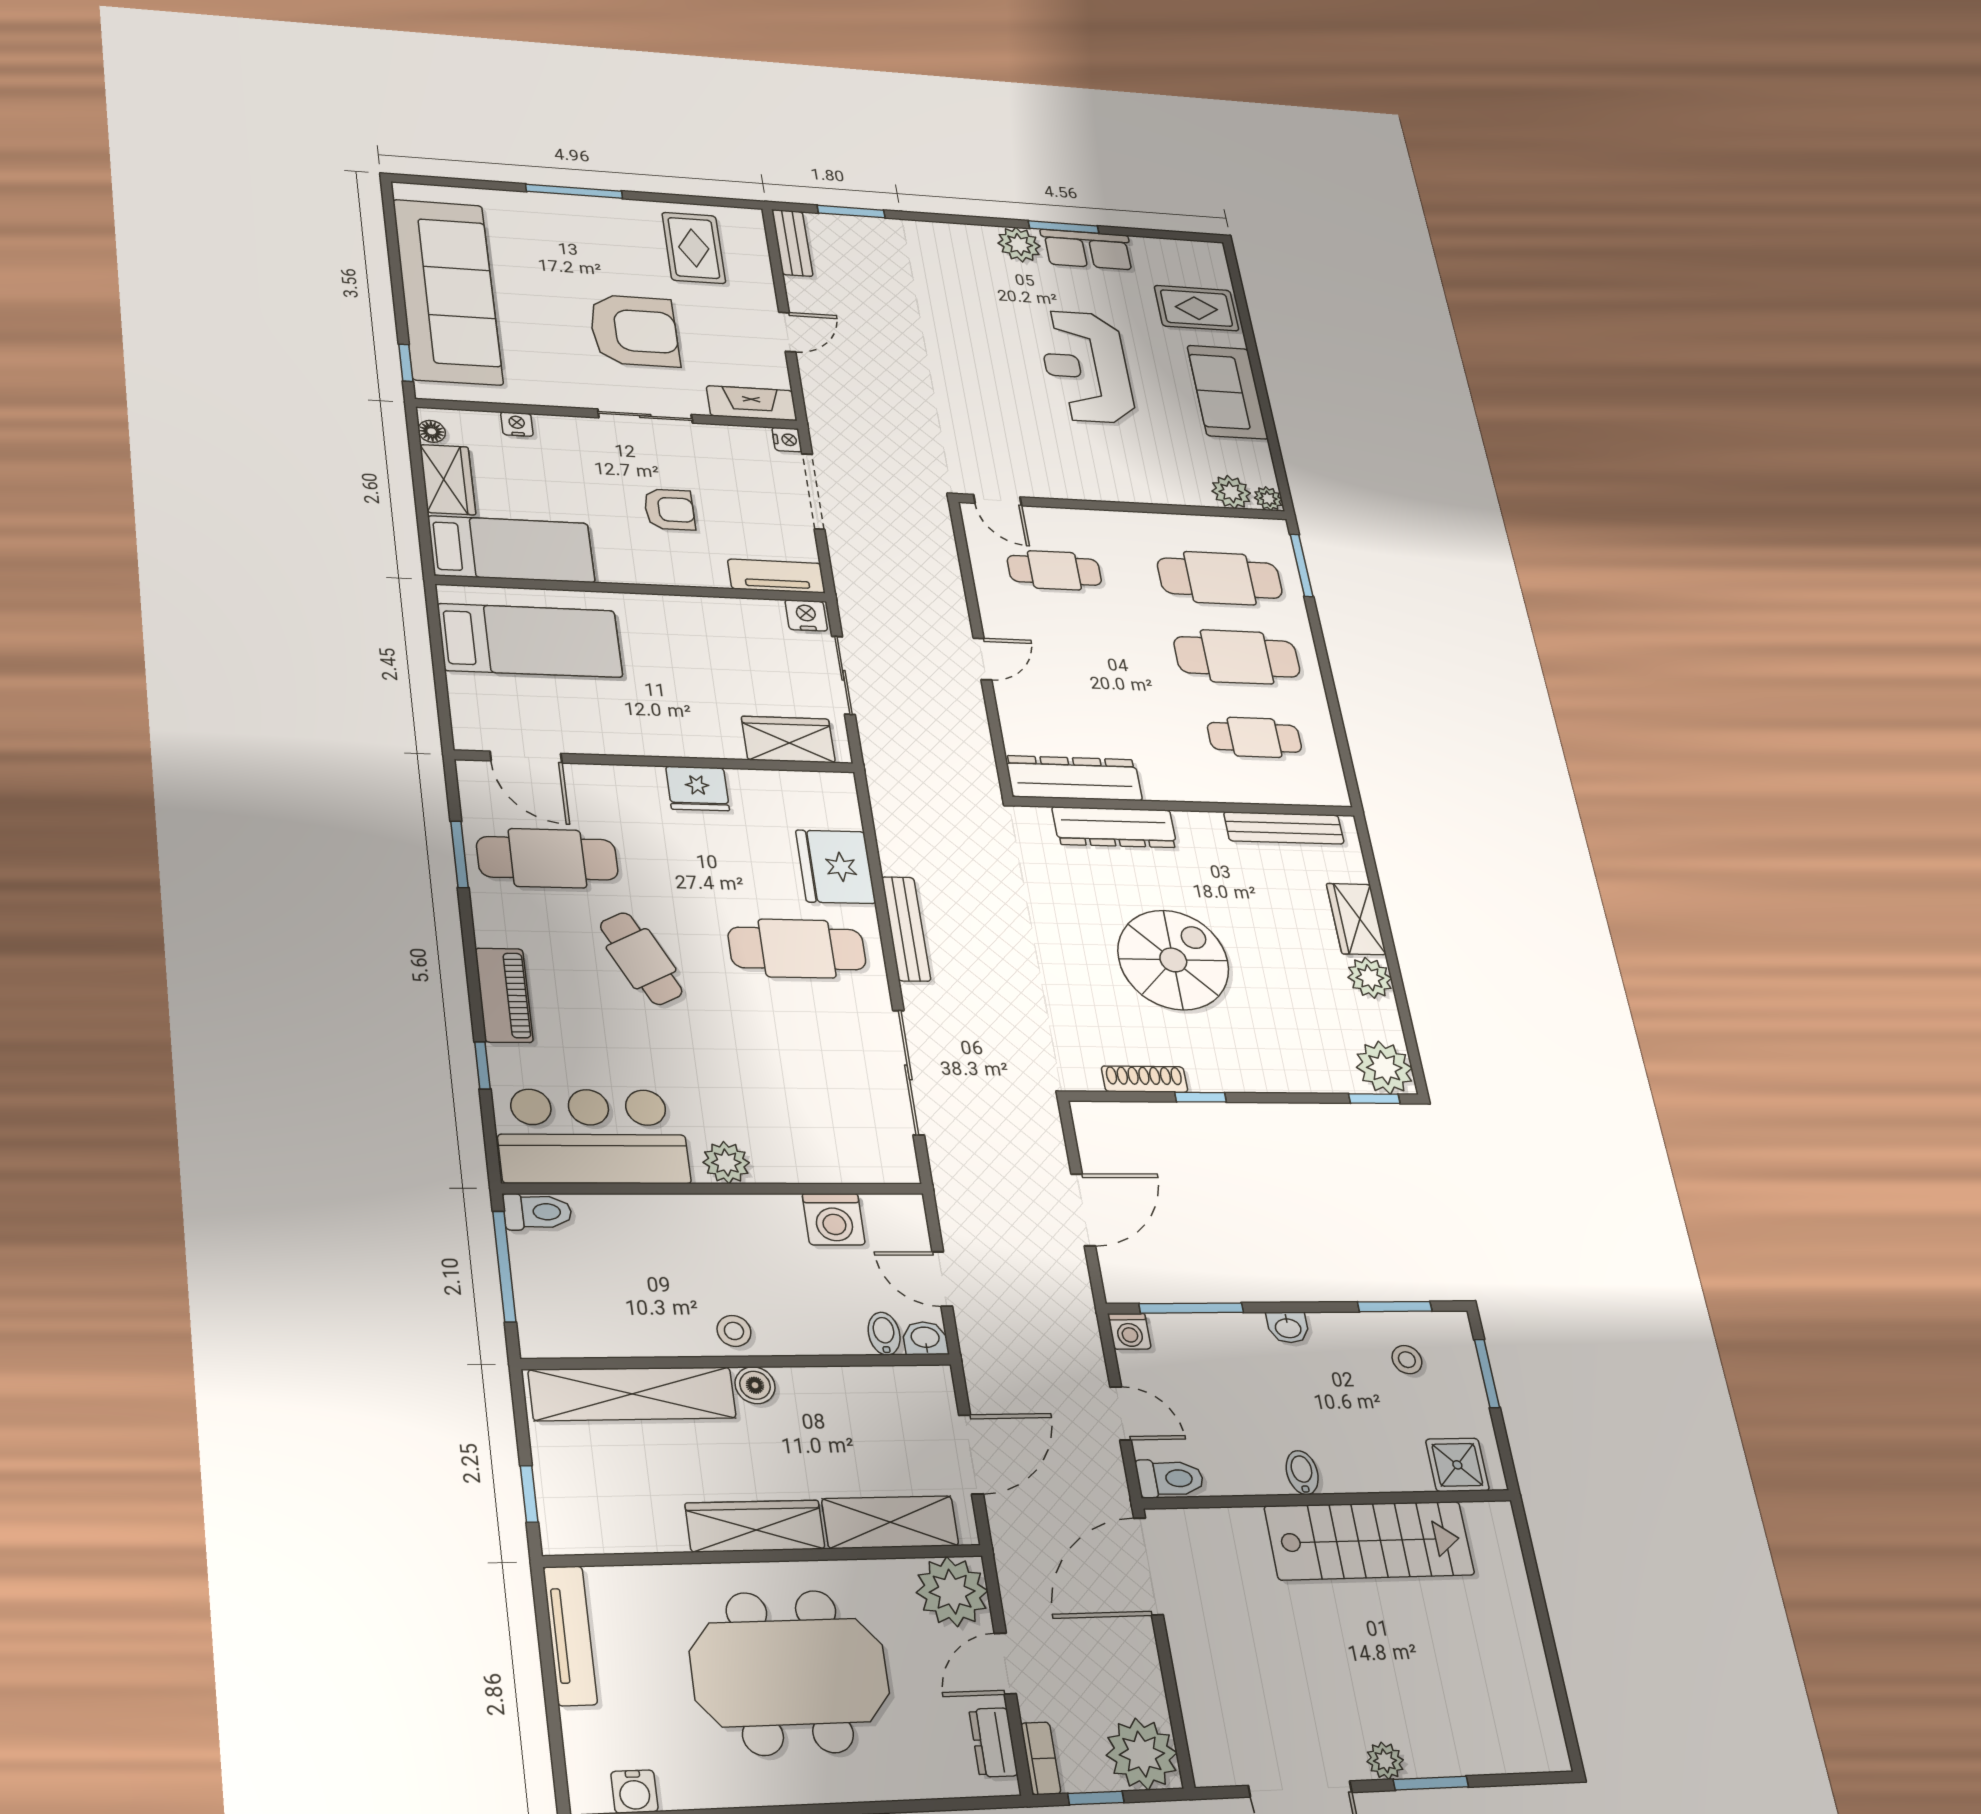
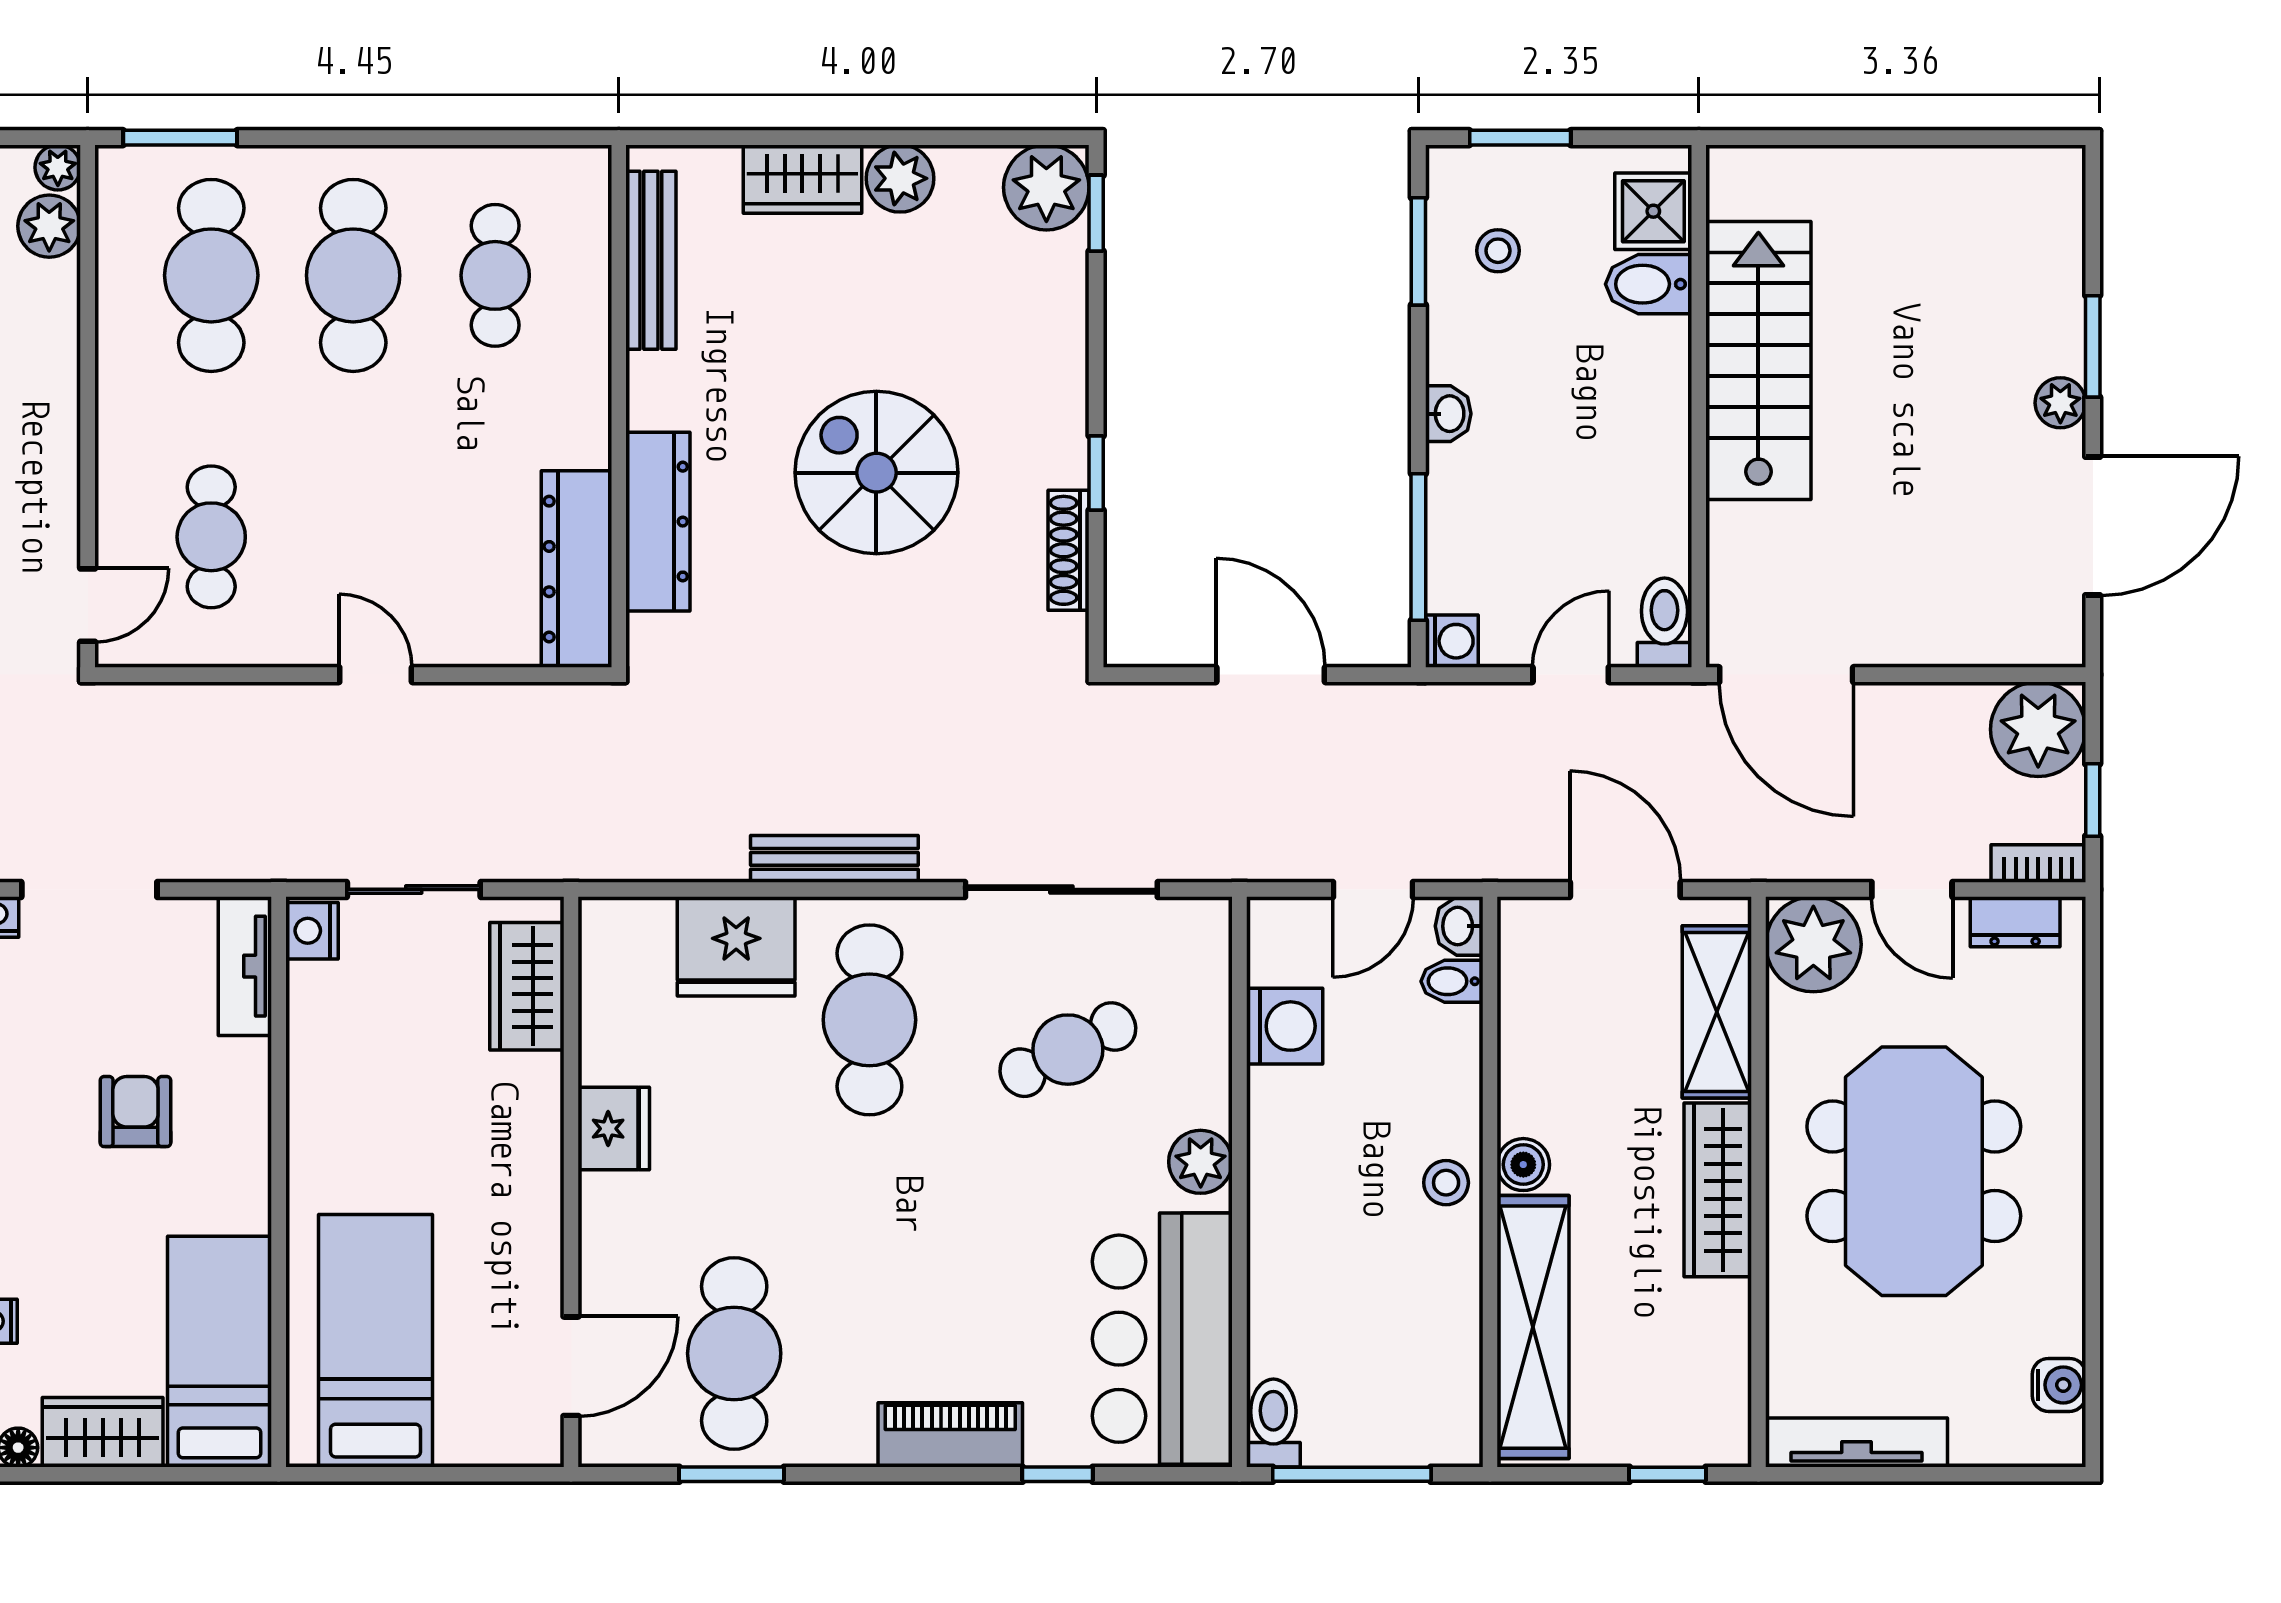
cafe table: (641, 959) -> (1068, 1050), moved
bidet: (1302, 1473) -> (1649, 284), moved, width x1.38, depth x1.36

